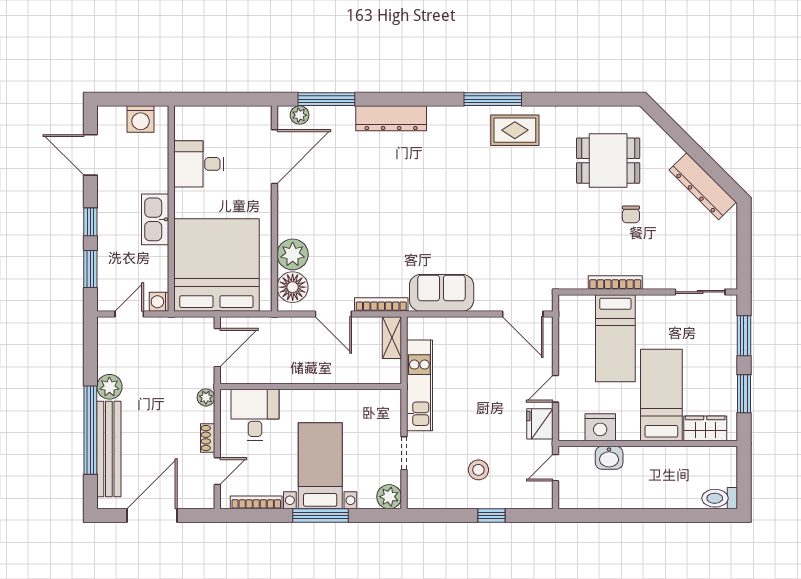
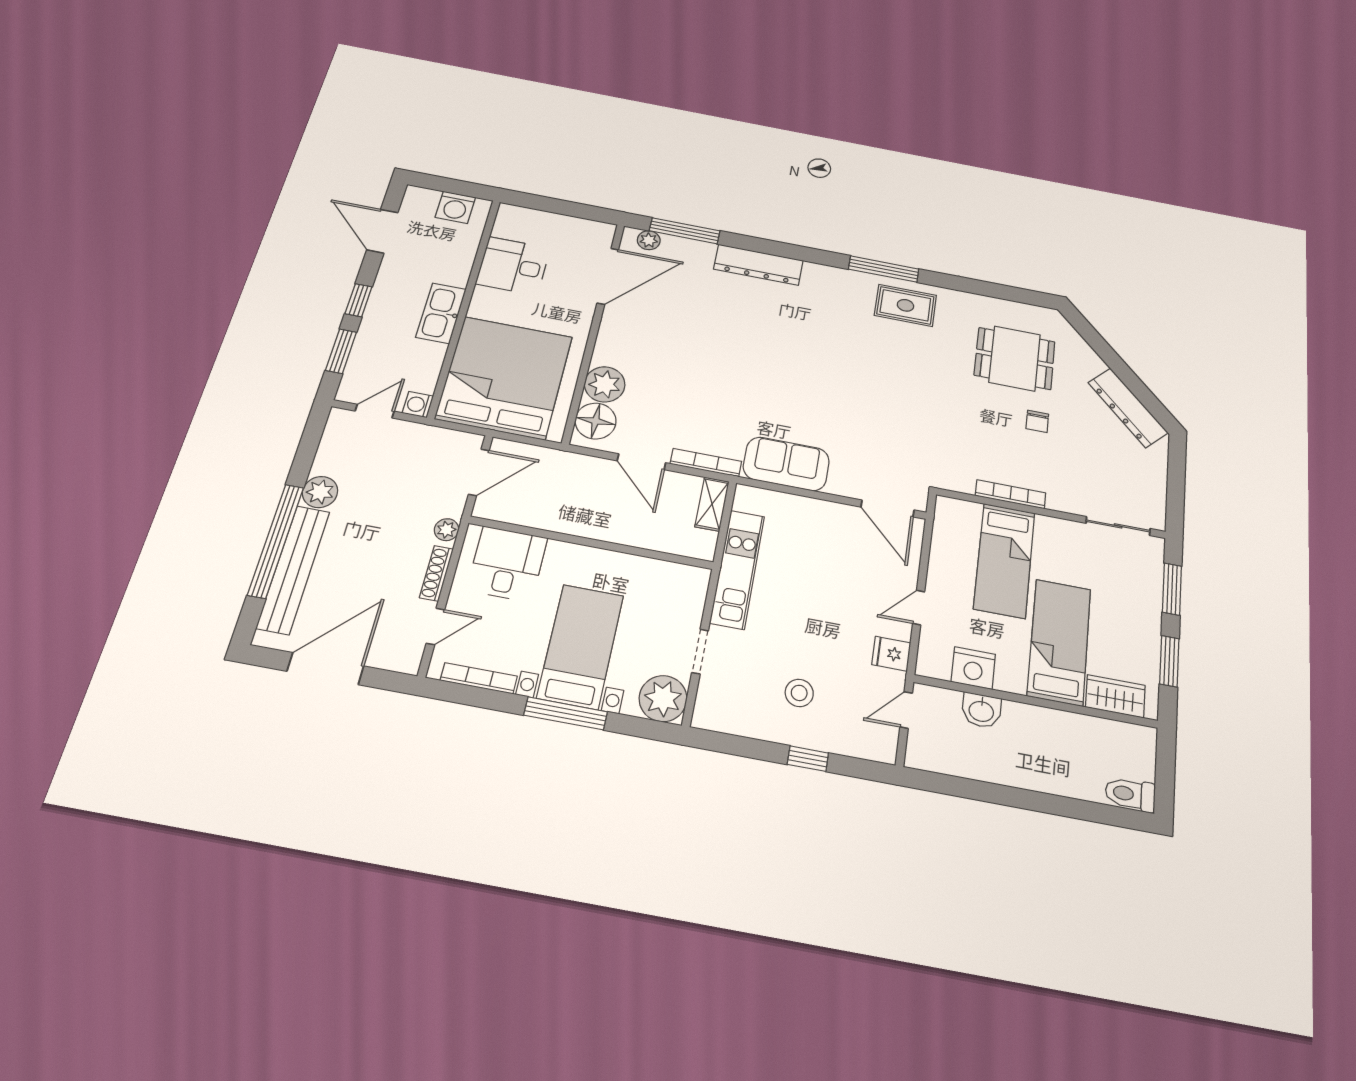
fridge: (540, 424) -> (891, 654), width x0.72
shoe rack: (208, 438) -> (436, 573), width x1.43
plant: (389, 497) -> (663, 699), width x1.36, depth x1.36

